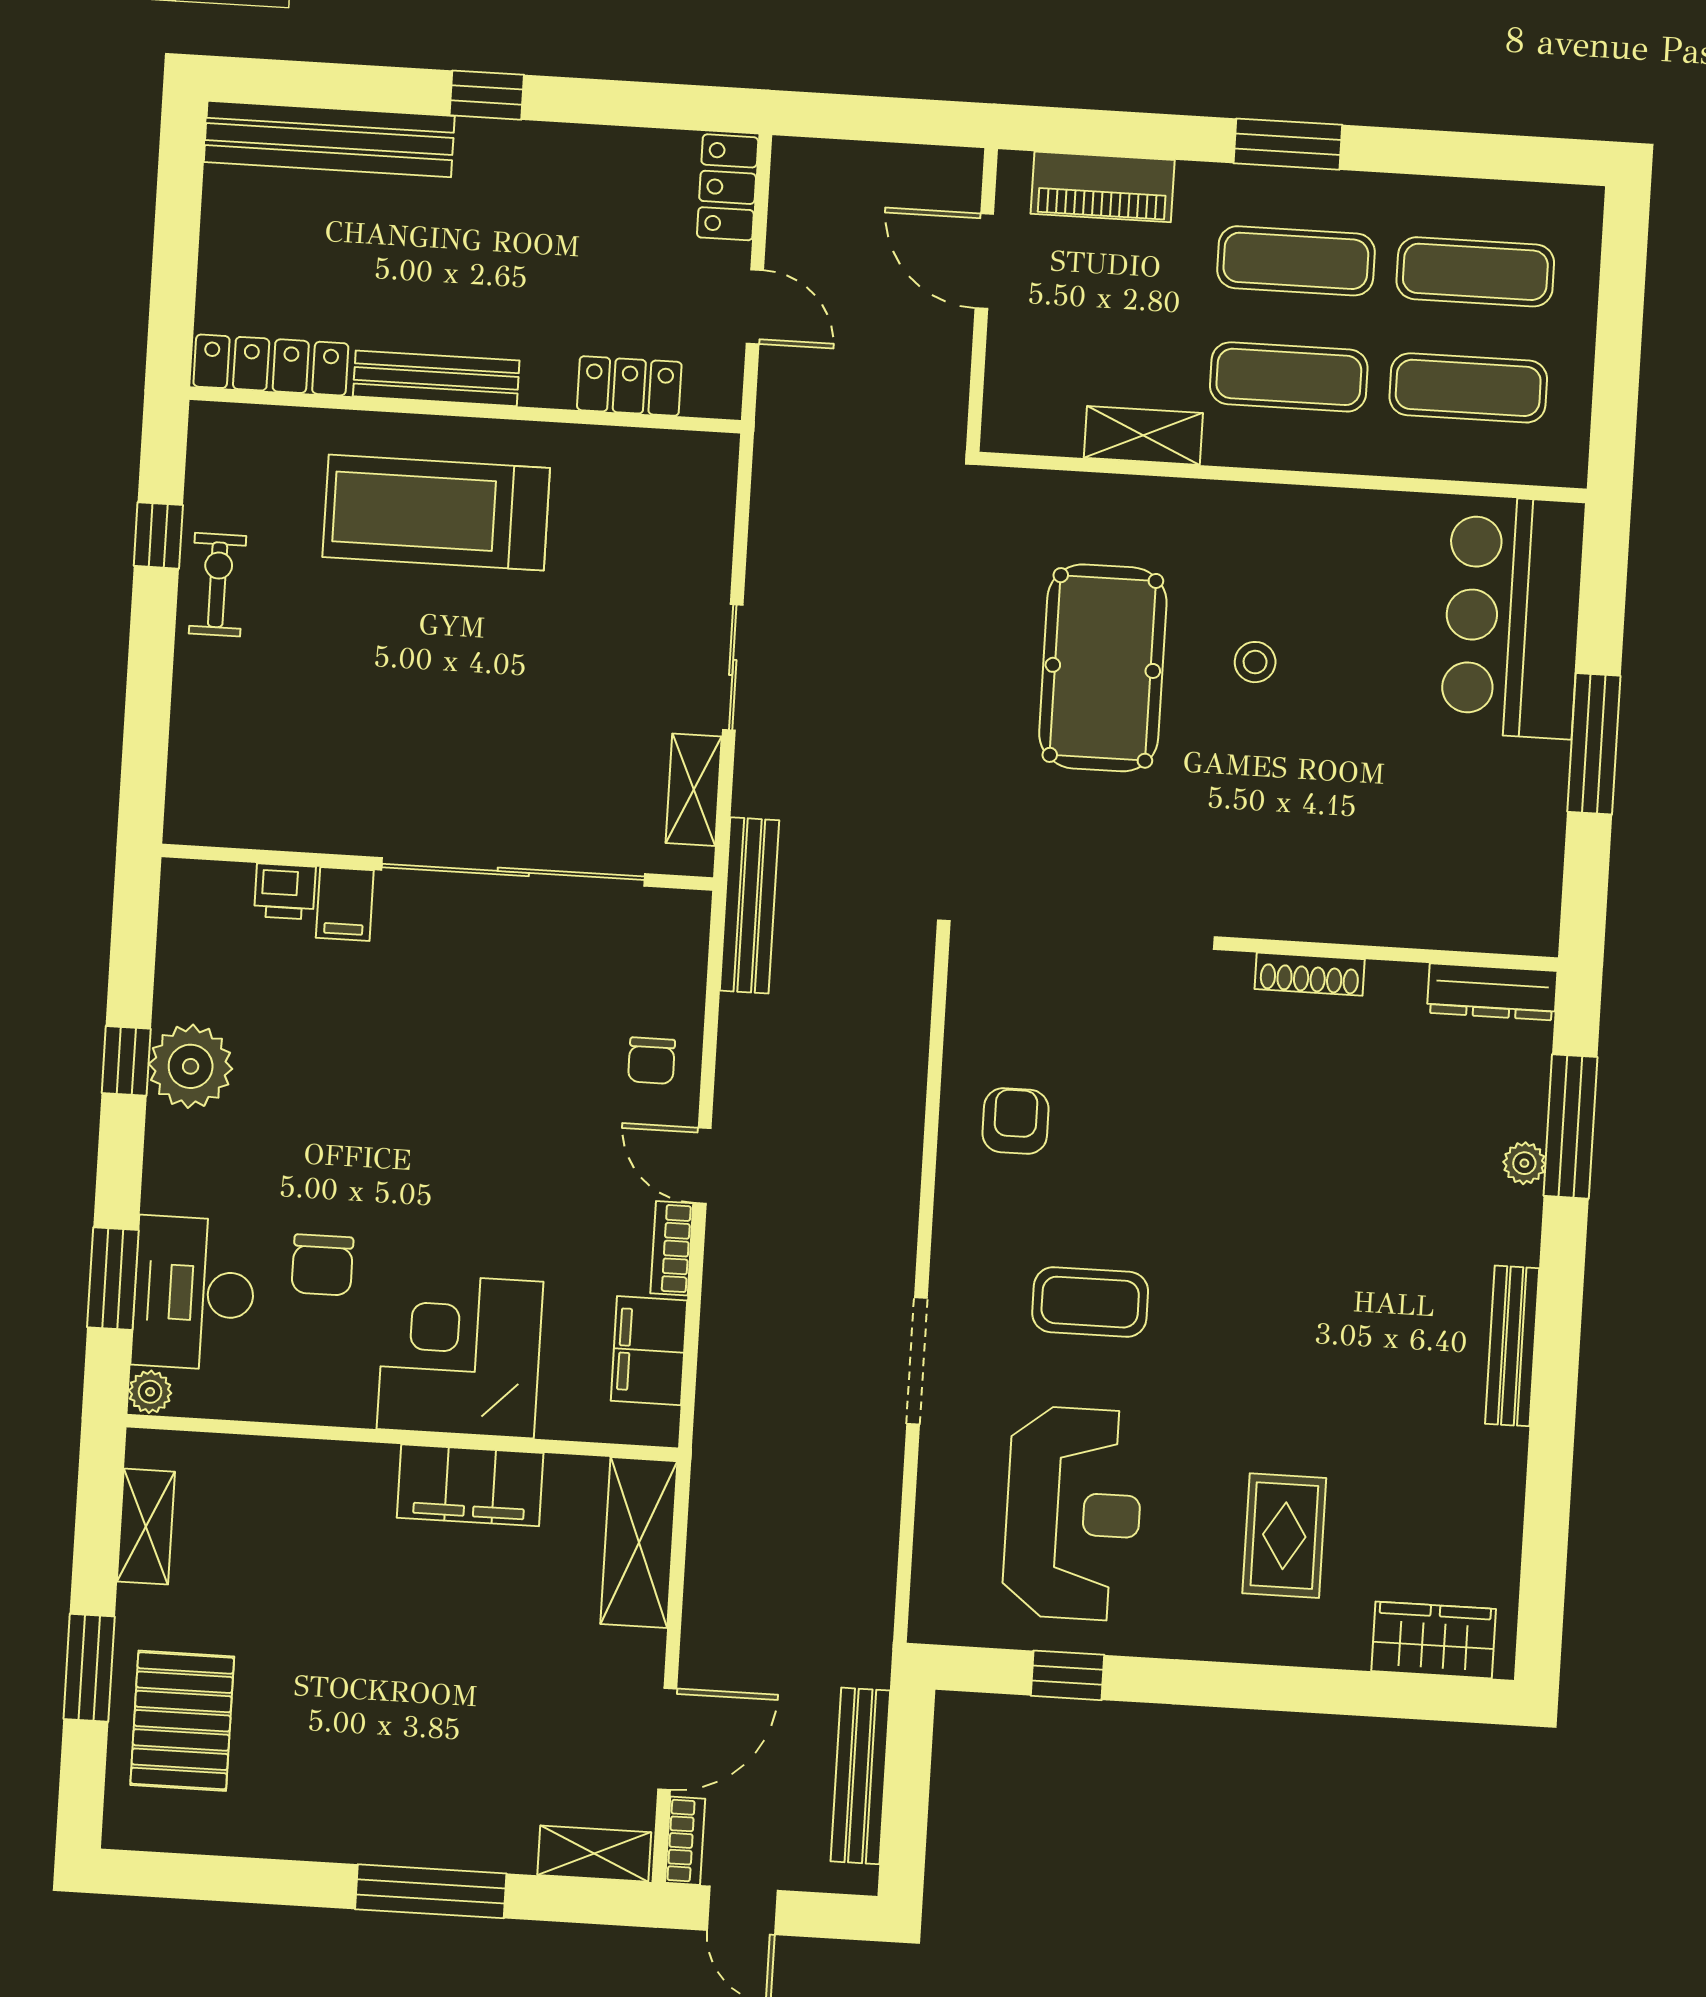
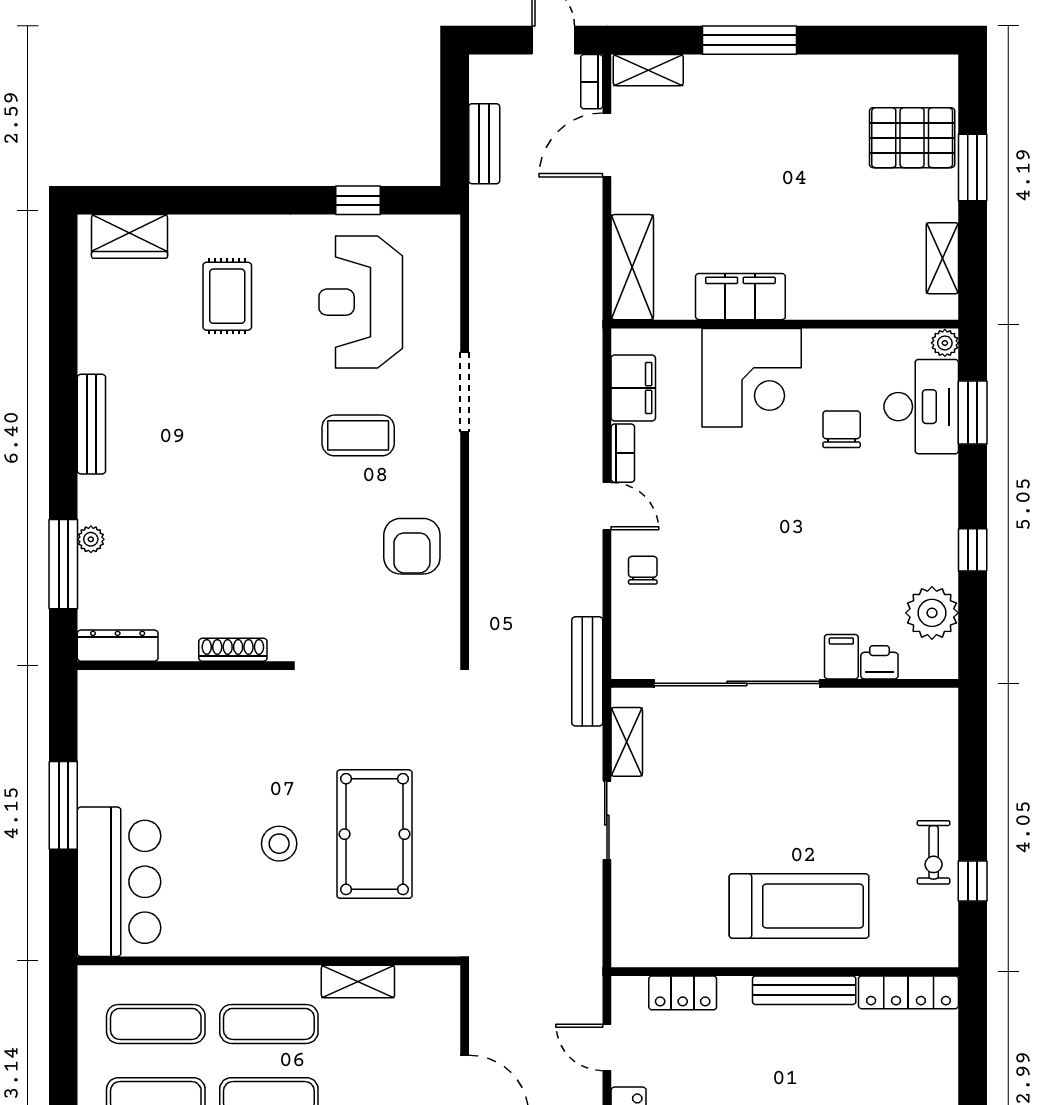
stool: (1255, 662) -> (279, 844), width x1.37, depth x1.37
plant: (191, 1066) -> (932, 613), moved
armchair: (1016, 1121) -> (412, 546), width x1.38, depth x1.38
pallet: (182, 1721) -> (912, 138), turned 90
bench: (860, 1776) -> (484, 144), width x0.73

